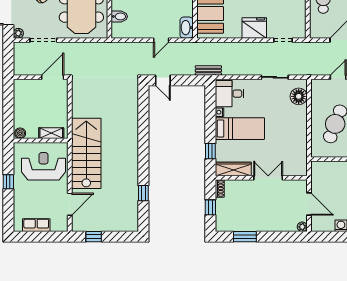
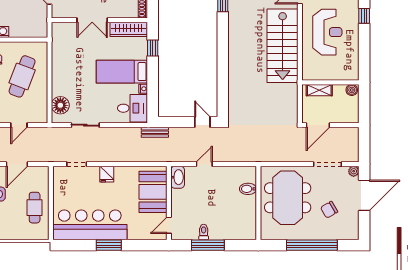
fridge: (254, 28) -> (107, 174), width x0.53, depth x0.75
boiler: (20, 133) -> (352, 90), moved
shelving: (51, 133) -> (319, 90), moved
wall: (41, 141) -> (330, 82), moved
reception desk: (43, 166) -> (327, 32), turned -90

